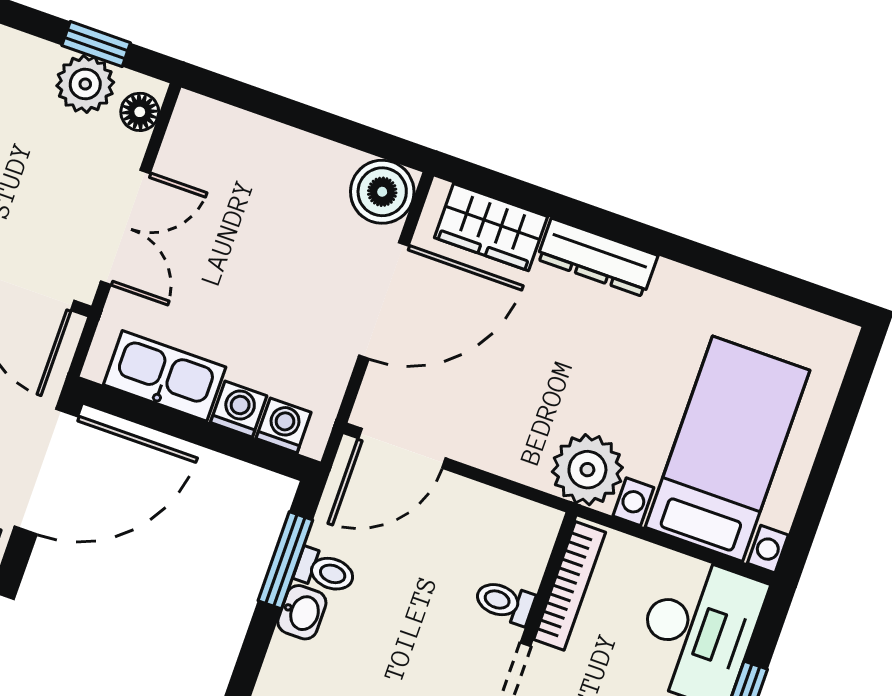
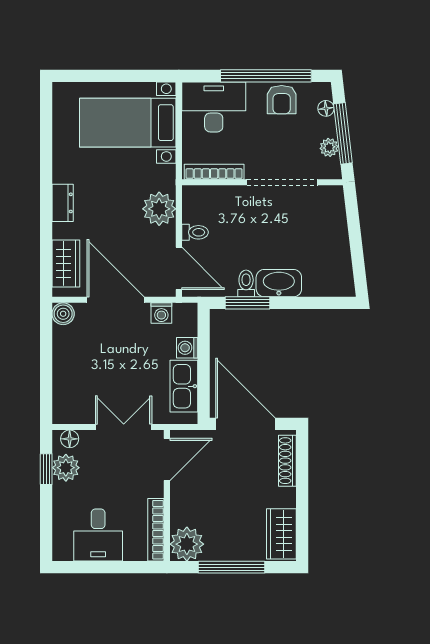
boiler: (382, 192) -> (63, 314), width x0.73, depth x0.73
dresser: (597, 257) -> (63, 203), width x0.70
washing machine: (284, 425) -> (161, 313), moved, turned -90
plant: (587, 470) -> (159, 209), moved
toilet: (504, 602) -> (195, 232), moved, turned -90
washbasin: (302, 612) -> (279, 283), width x1.91, depth x1.45

